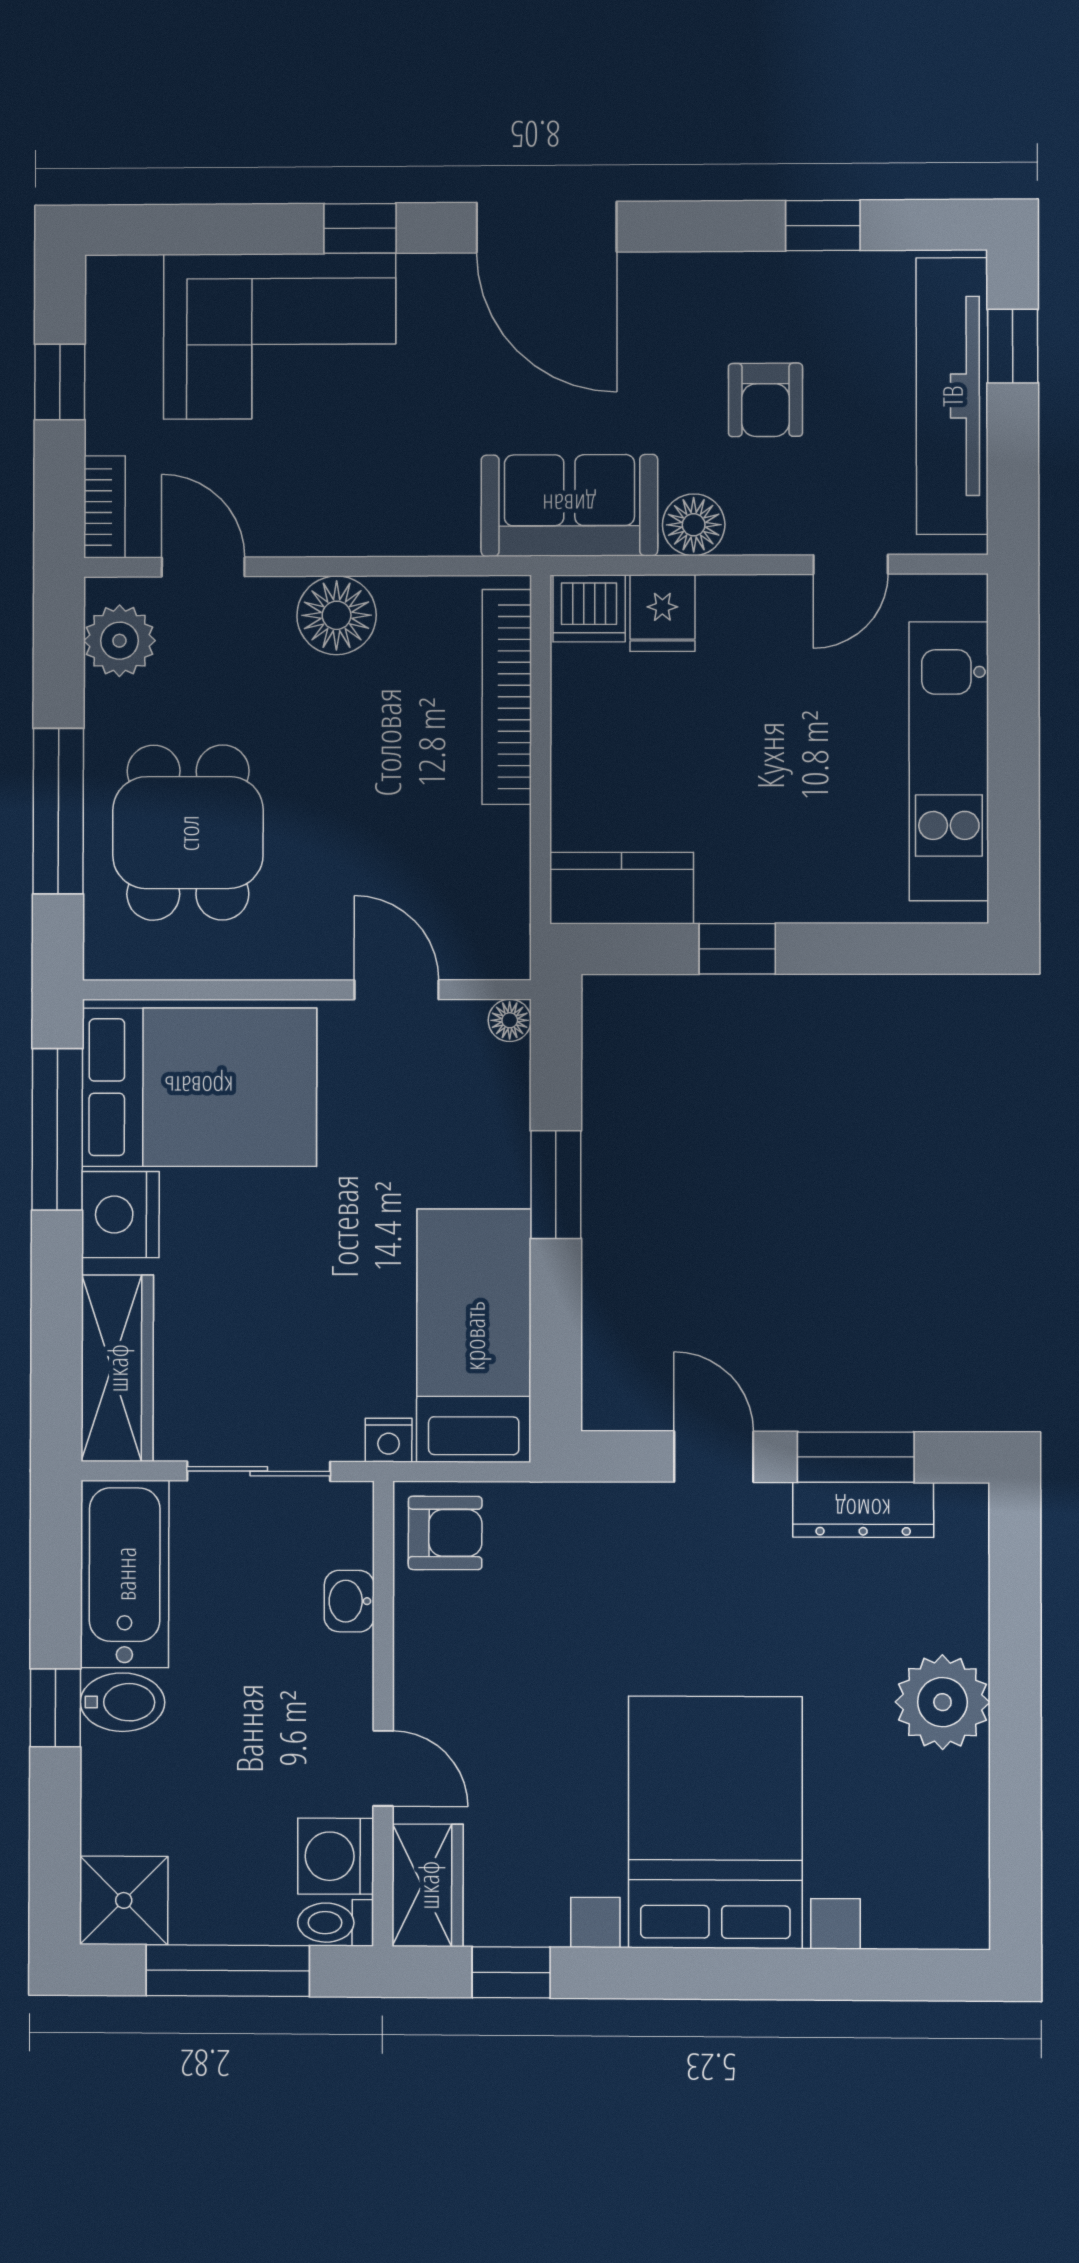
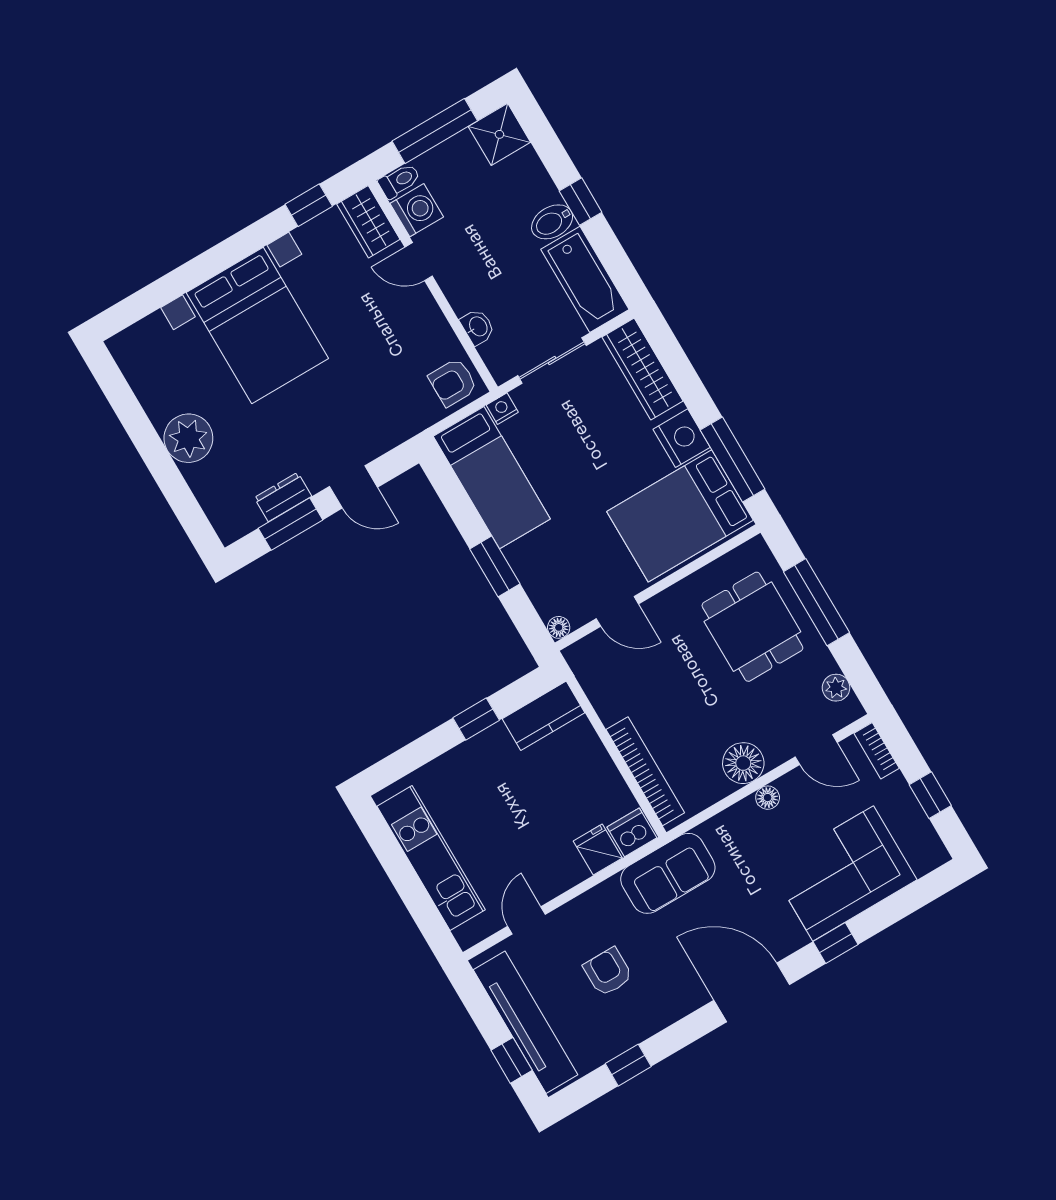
floor lamp: (694, 525) -> (768, 798), moved, width x0.73, depth x0.73
plant: (119, 641) -> (836, 688), width x0.73, depth x0.73
dresser: (863, 1510) -> (283, 497), width x0.70

